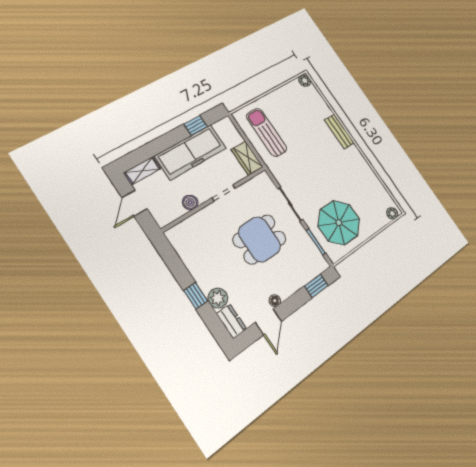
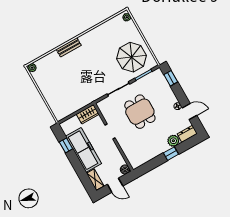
sun lounger: (267, 132) -> (70, 99), removed
boiler: (190, 202) -> (125, 169), moved

